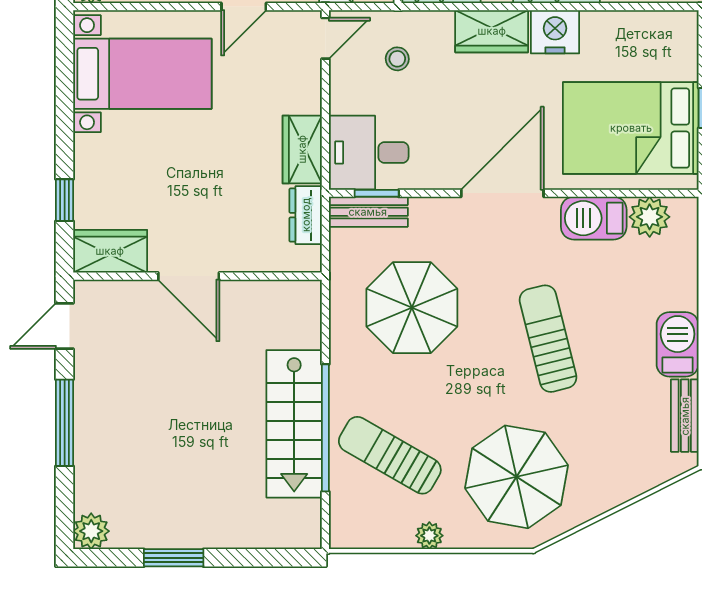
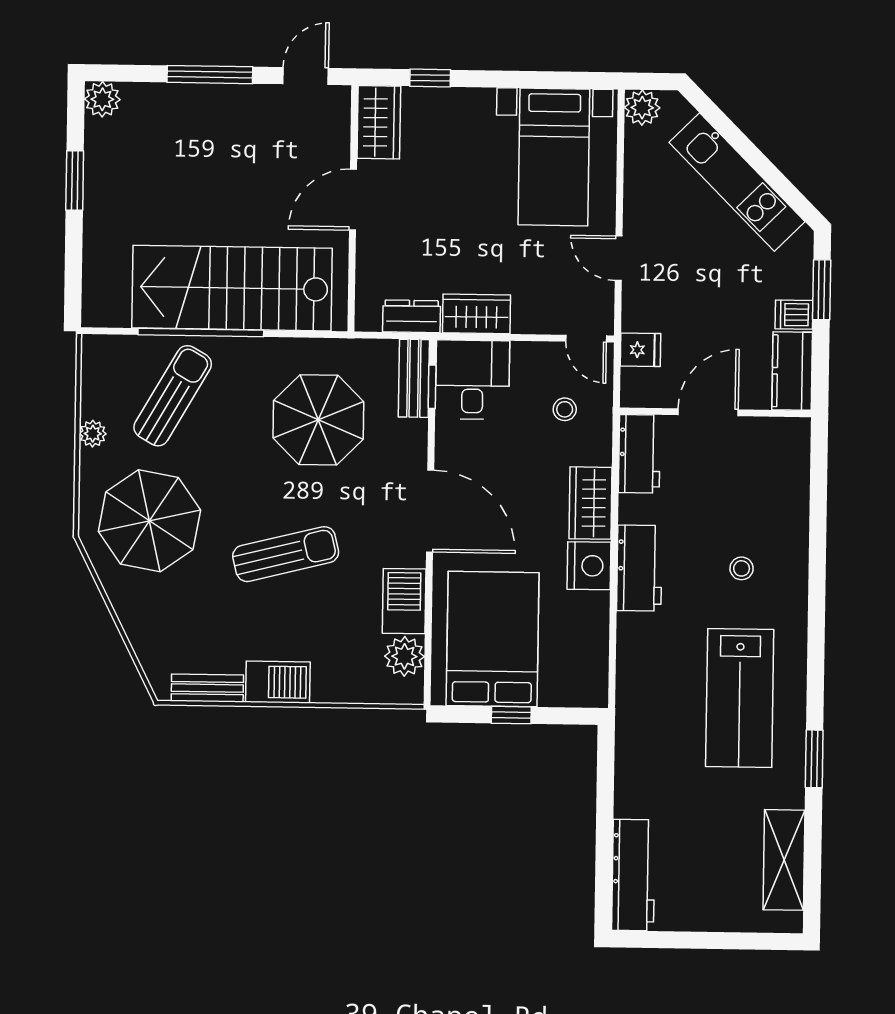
door: (65, 326) -> (306, 76), hinge flipped
stairs: (294, 424) -> (232, 288), width x1.36, depth x1.51

